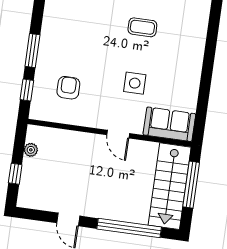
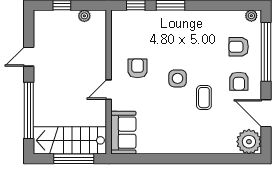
side table: (135, 83) -> (178, 78), moved
armchair: (68, 88) -> (138, 68), moved, turned -90

